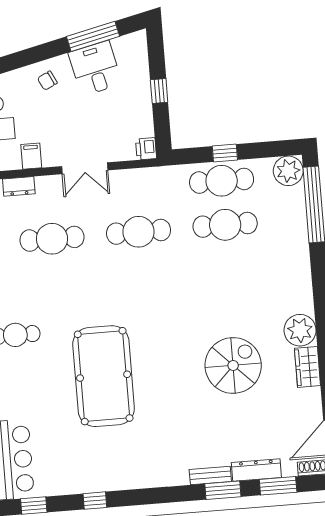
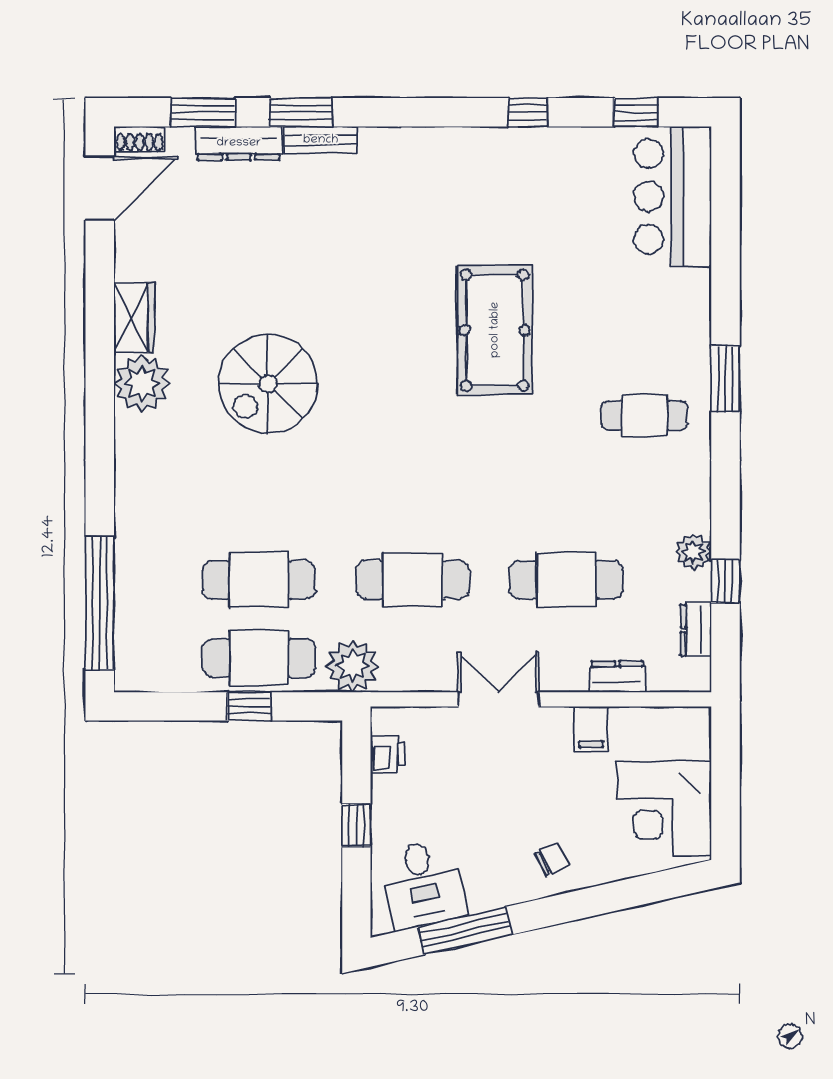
desk: (95, 68) -> (423, 884), moved
printer: (146, 149) -> (387, 755), moved
plant: (288, 171) -> (353, 666), moved
spiral stairs: (233, 365) -> (268, 384), moved
pool table: (104, 376) -> (495, 330), width x0.73, depth x0.76

